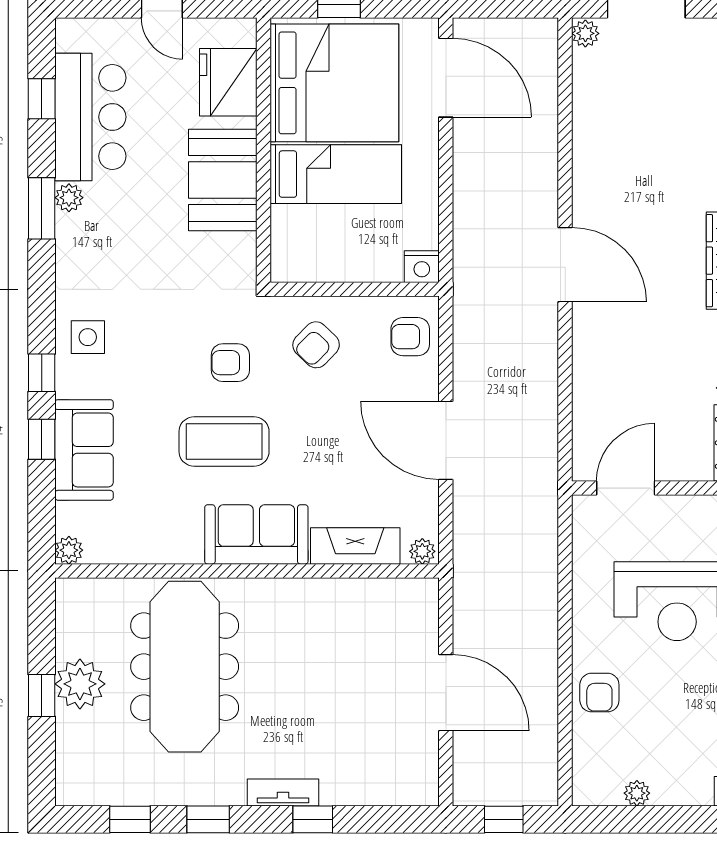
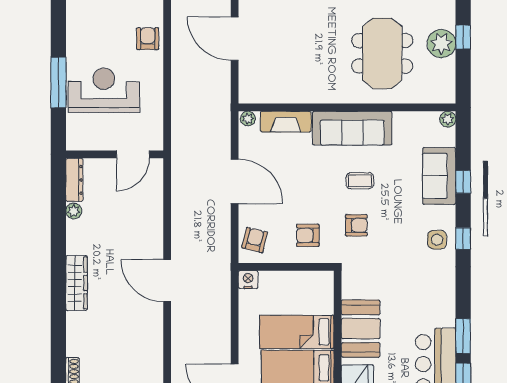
plant: (69, 198) -> (448, 319), removed
window: (42, 208) -> (463, 336), moved
armchair: (410, 337) -> (255, 240), turned -76
armchair: (316, 345) -> (308, 235), turned -134
window: (42, 373) -> (463, 239), moved
coffee table: (224, 441) -> (360, 181), width x0.54, depth x0.58
sofa: (256, 534) -> (352, 128), width x1.36
meeting table: (185, 667) -> (382, 53), width x0.73

